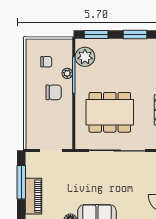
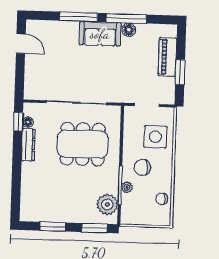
chair: (46, 62) -> (162, 199), moved
side table: (42, 121) -> (155, 137), added
window: (21, 182) -> (180, 72), width x0.69

